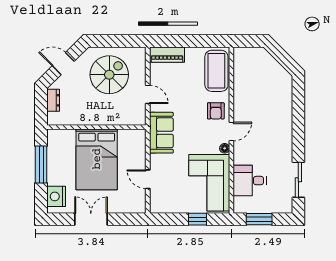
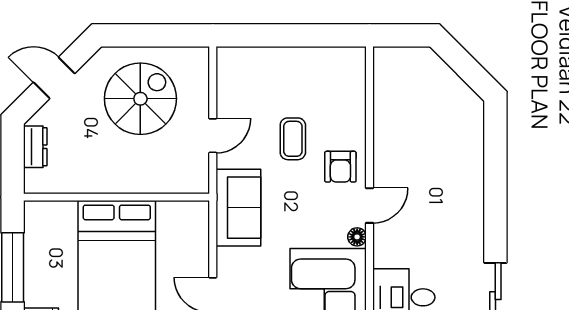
piano: (167, 55) -> (249, 61), removed
coffee table: (216, 71) -> (293, 139), moved, width x0.54, depth x0.58
door: (148, 94) -> (213, 136), hinge flipped

